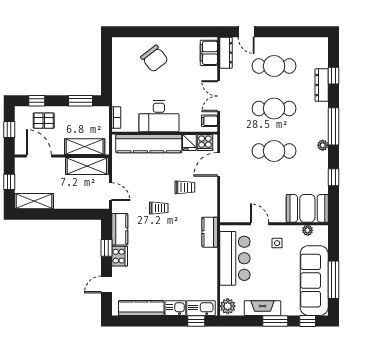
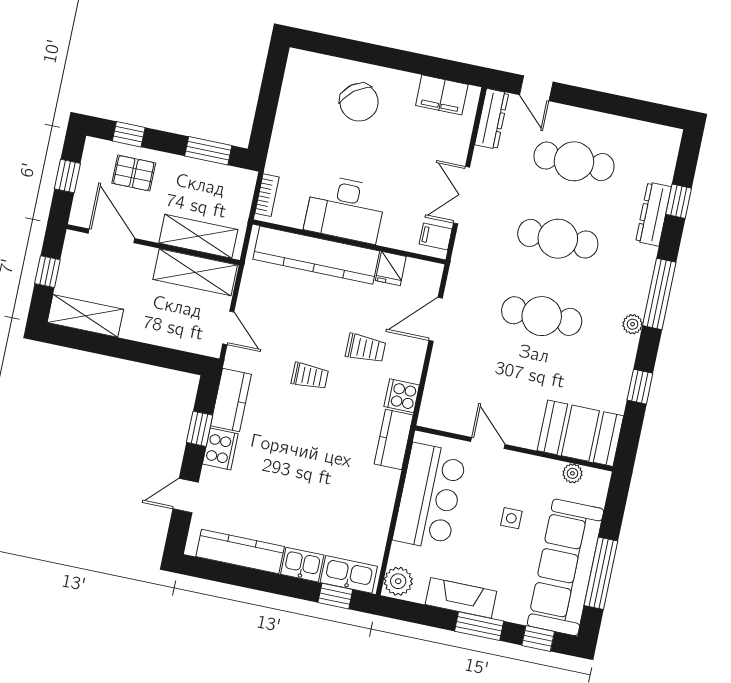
filing cabinet: (209, 53) -> (442, 95), moved, turned -90
cooker: (205, 143) -> (402, 396), moved, turned 90
side table: (277, 243) -> (511, 518), moved

